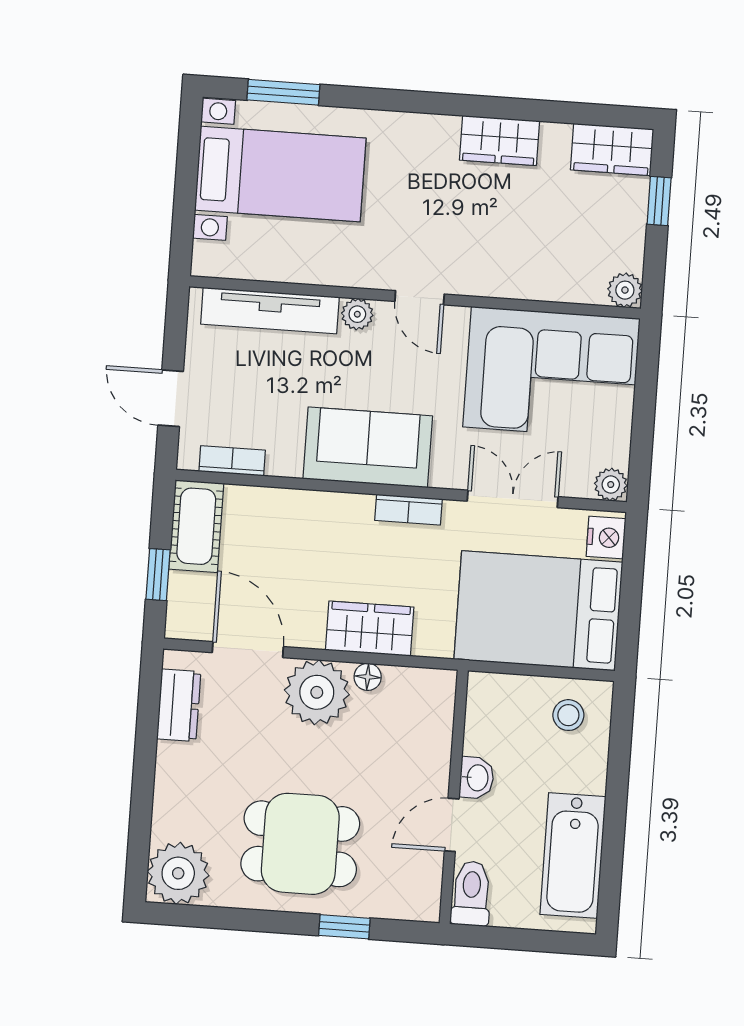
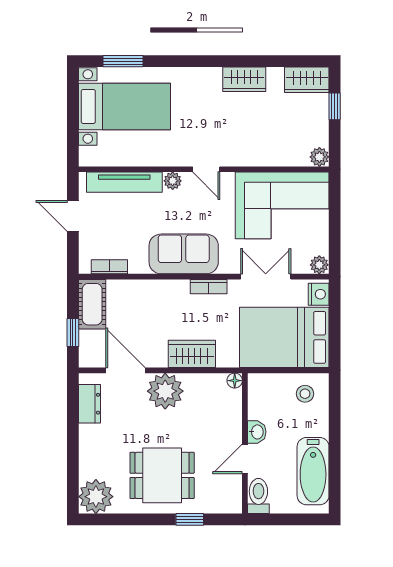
door: (171, 398) -> (73, 216), moved
floor lamp: (368, 677) -> (235, 381), moved

